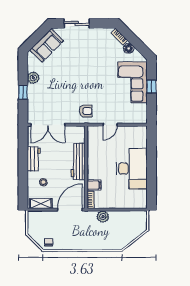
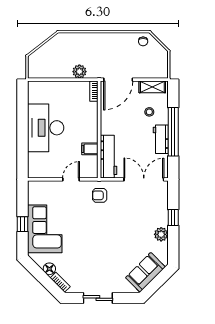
sliding door: (77, 23) -> (98, 298), moved
workbench: (78, 161) -> (109, 157), moved
window: (23, 165) -> (173, 132), added
filing cabinet: (94, 185) -> (90, 149), moved

